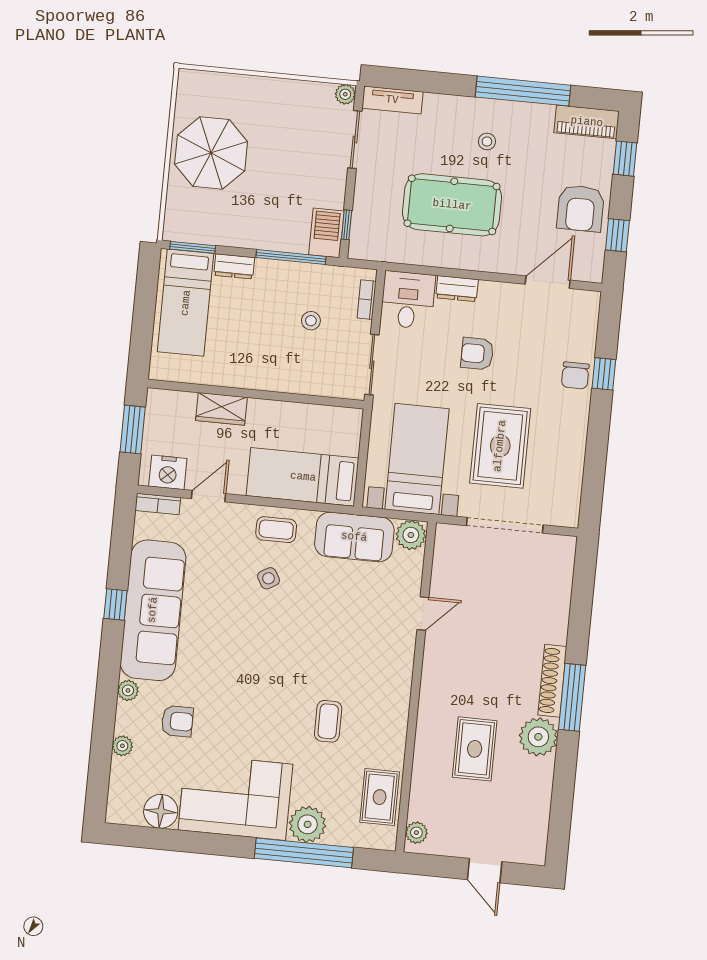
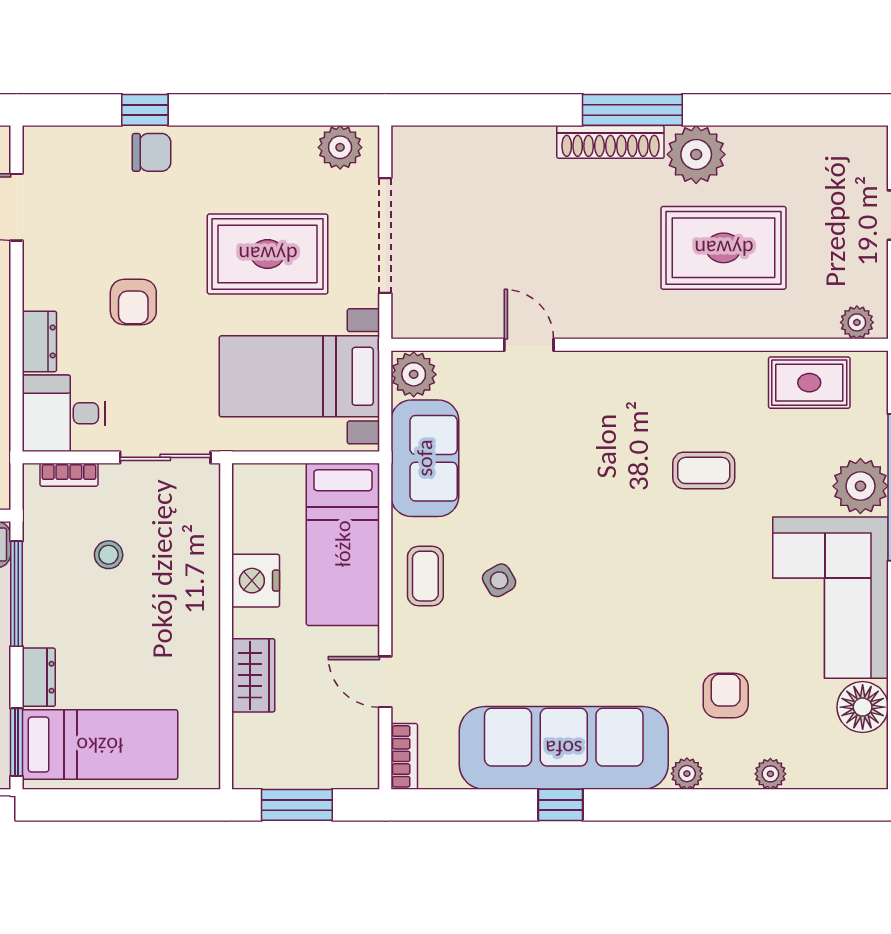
nightstand: (168, 472) -> (256, 581), moved, turned 180
plant: (566, 501) -> (340, 147), added
rug: (475, 749) -> (724, 248), width x1.36, depth x1.43

